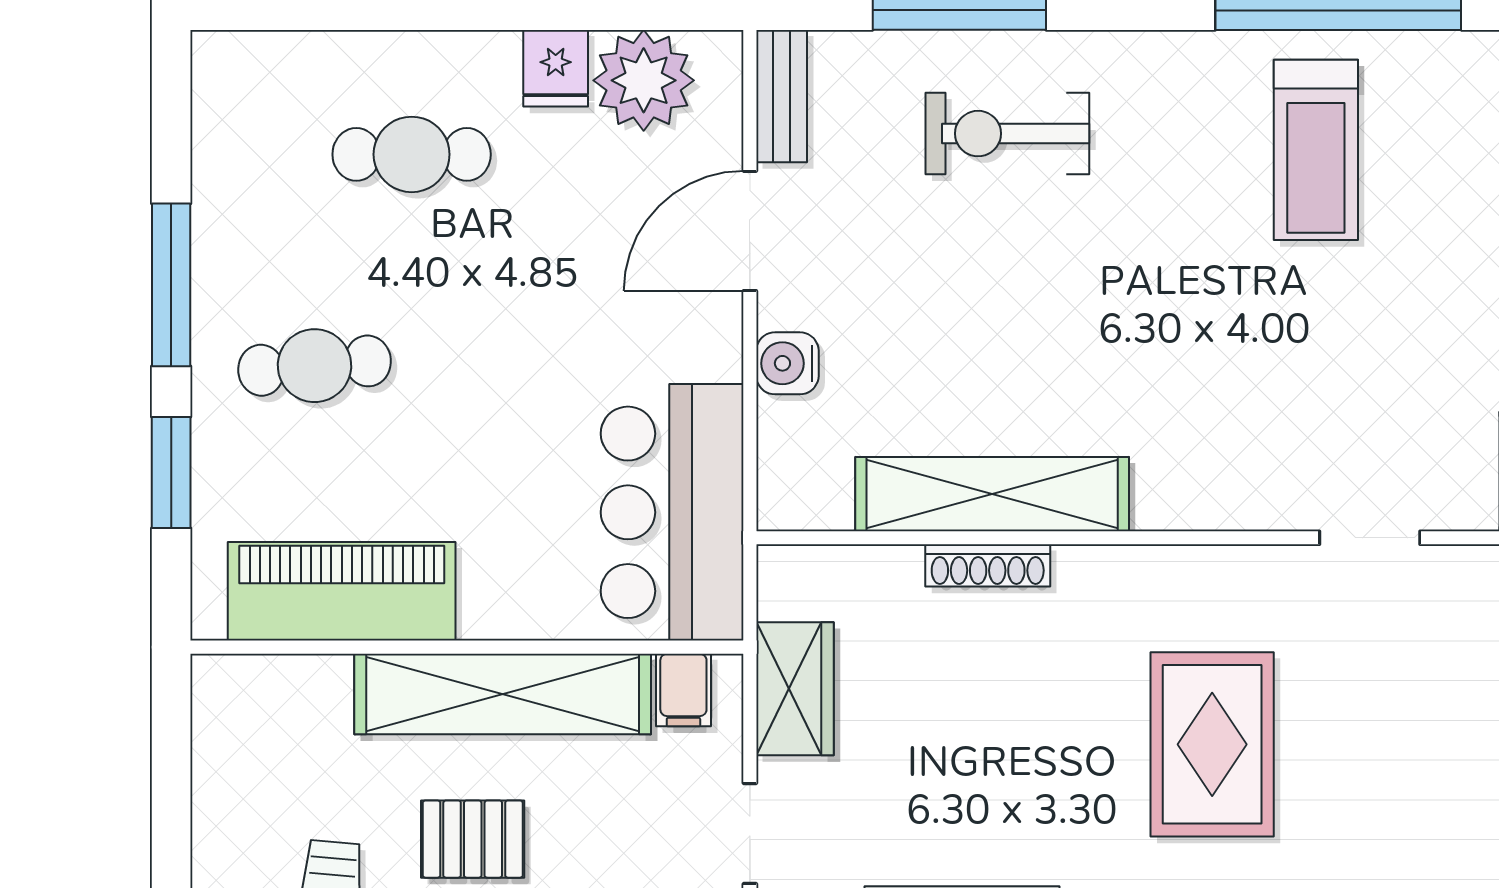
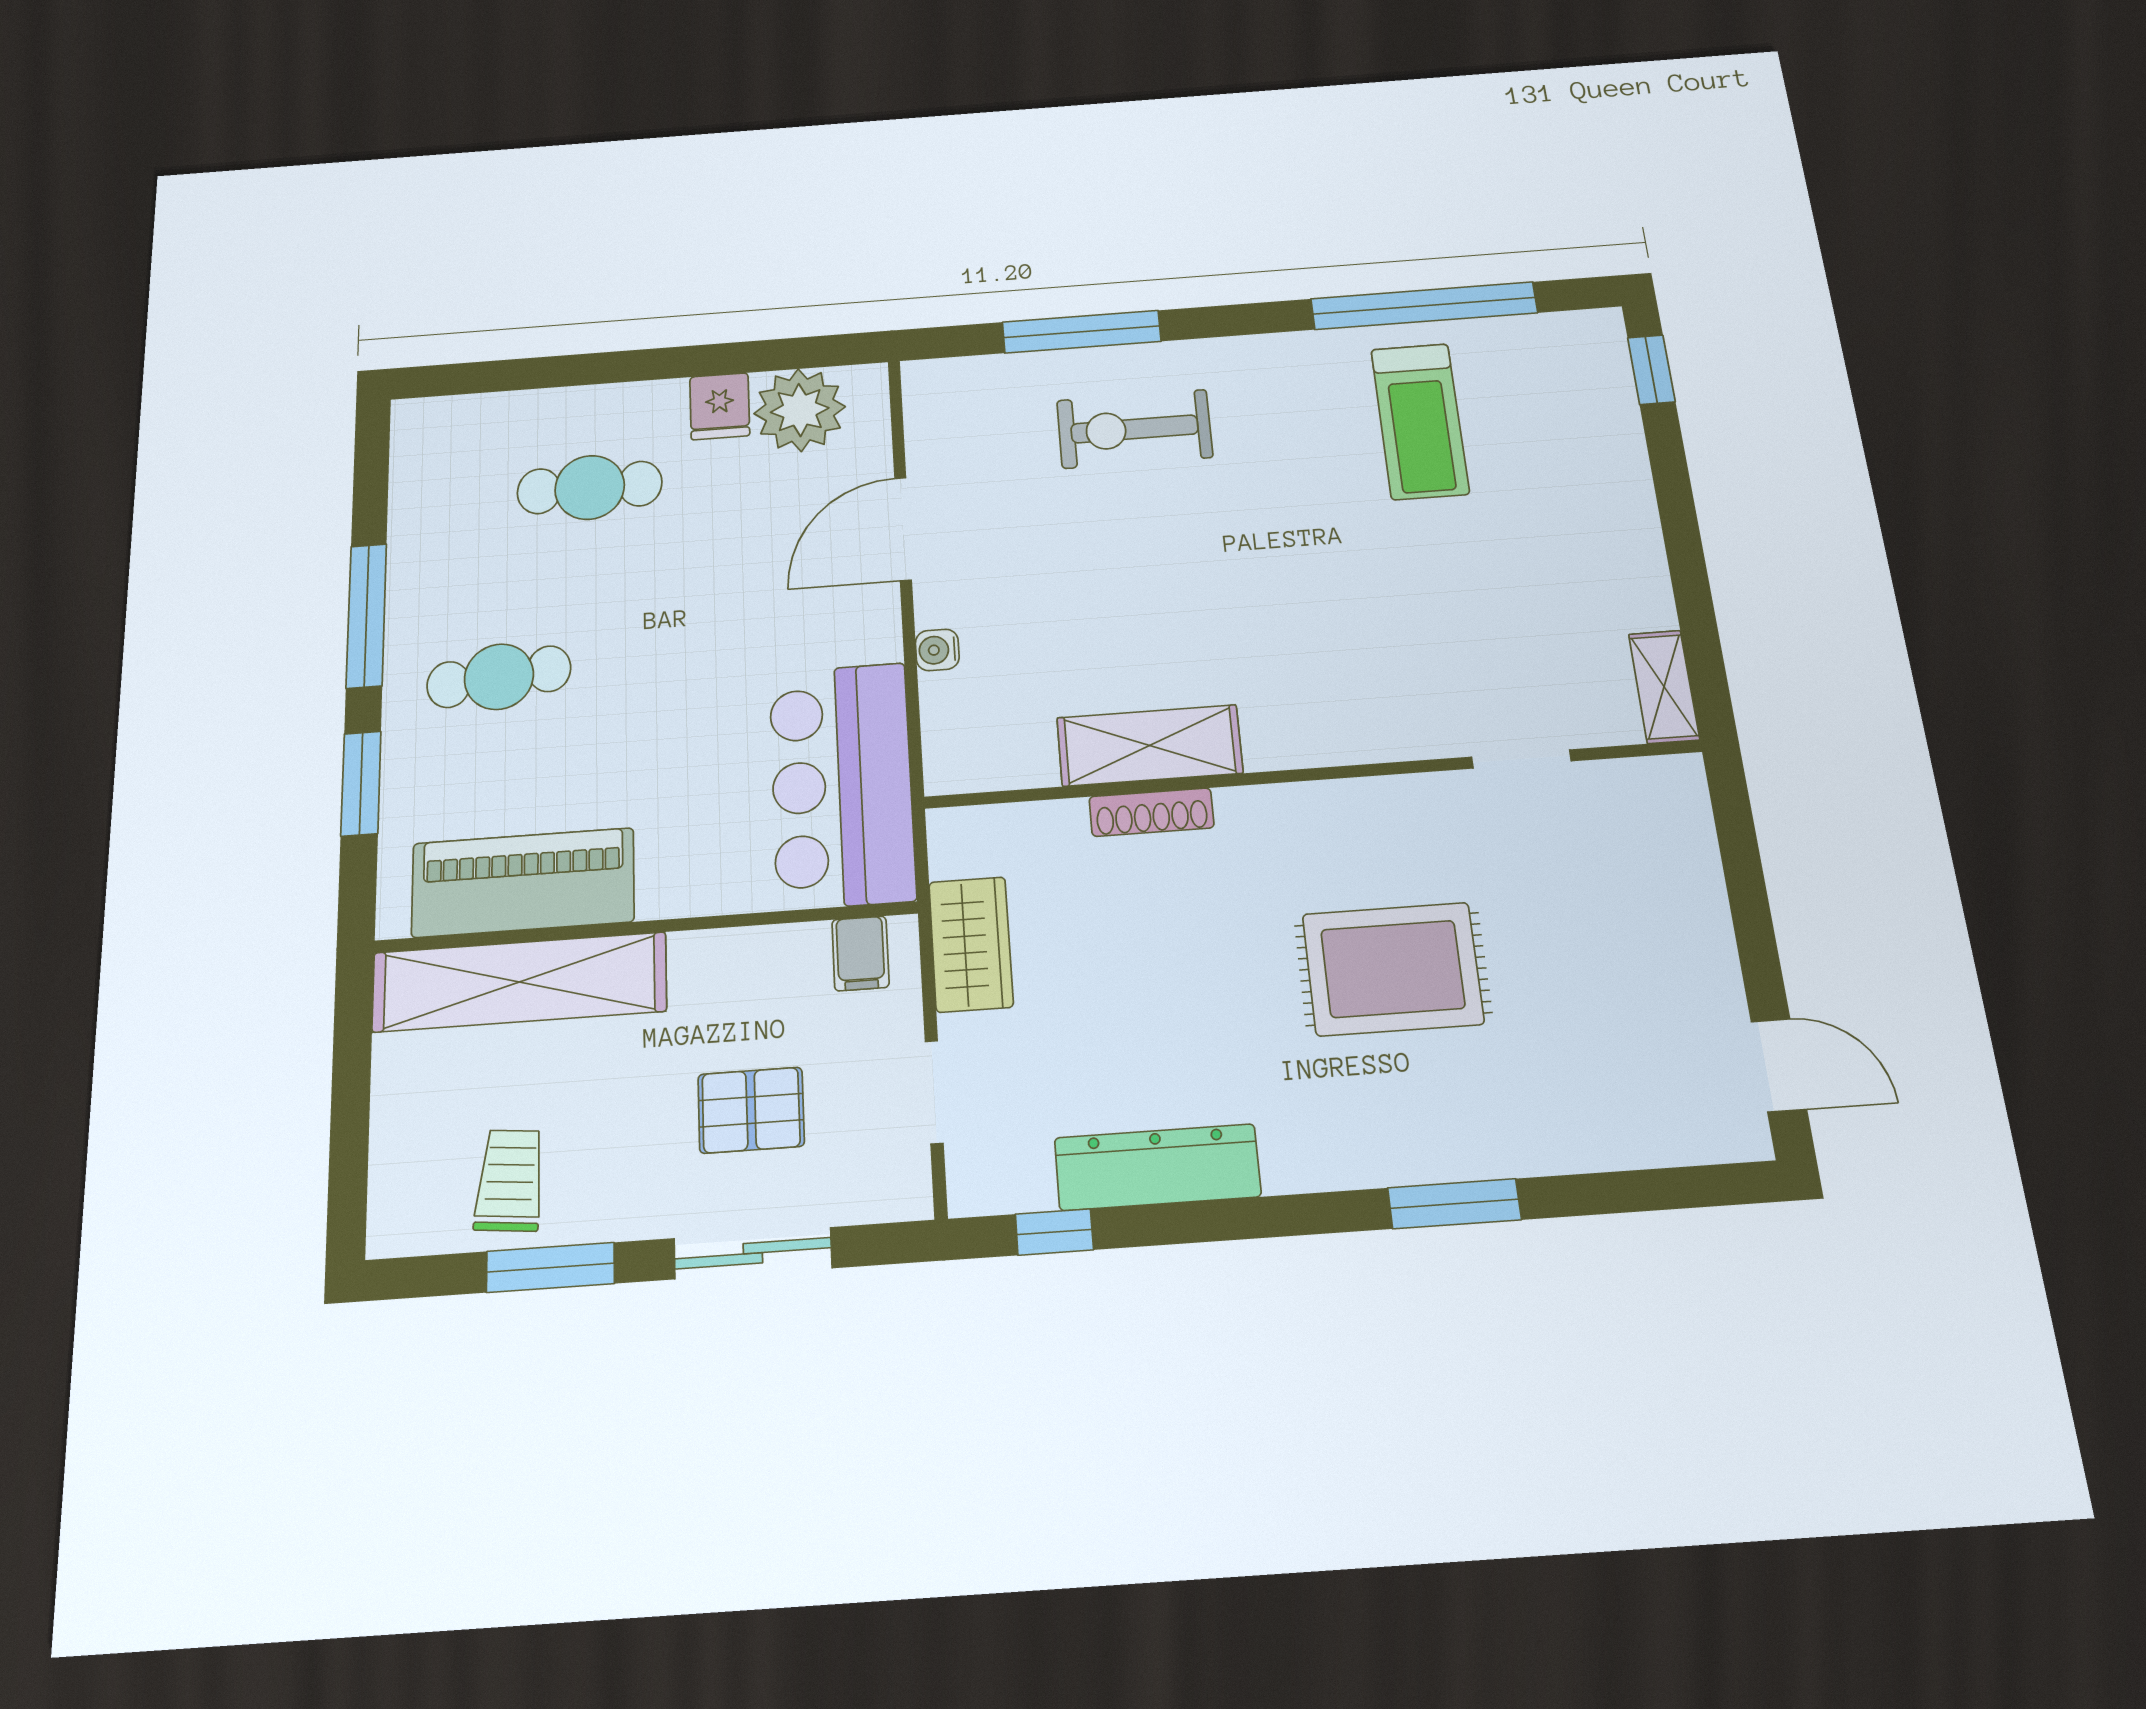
bench: (782, 96) -> (926, 413), removed
water cooler: (787, 363) -> (937, 650), width x0.72, depth x0.72
shelving: (992, 494) -> (1150, 745), width x0.68
shelving: (503, 694) -> (519, 982), moved
rug: (1212, 744) -> (1393, 969), turned 90
pallet: (473, 839) -> (751, 1110), moved

